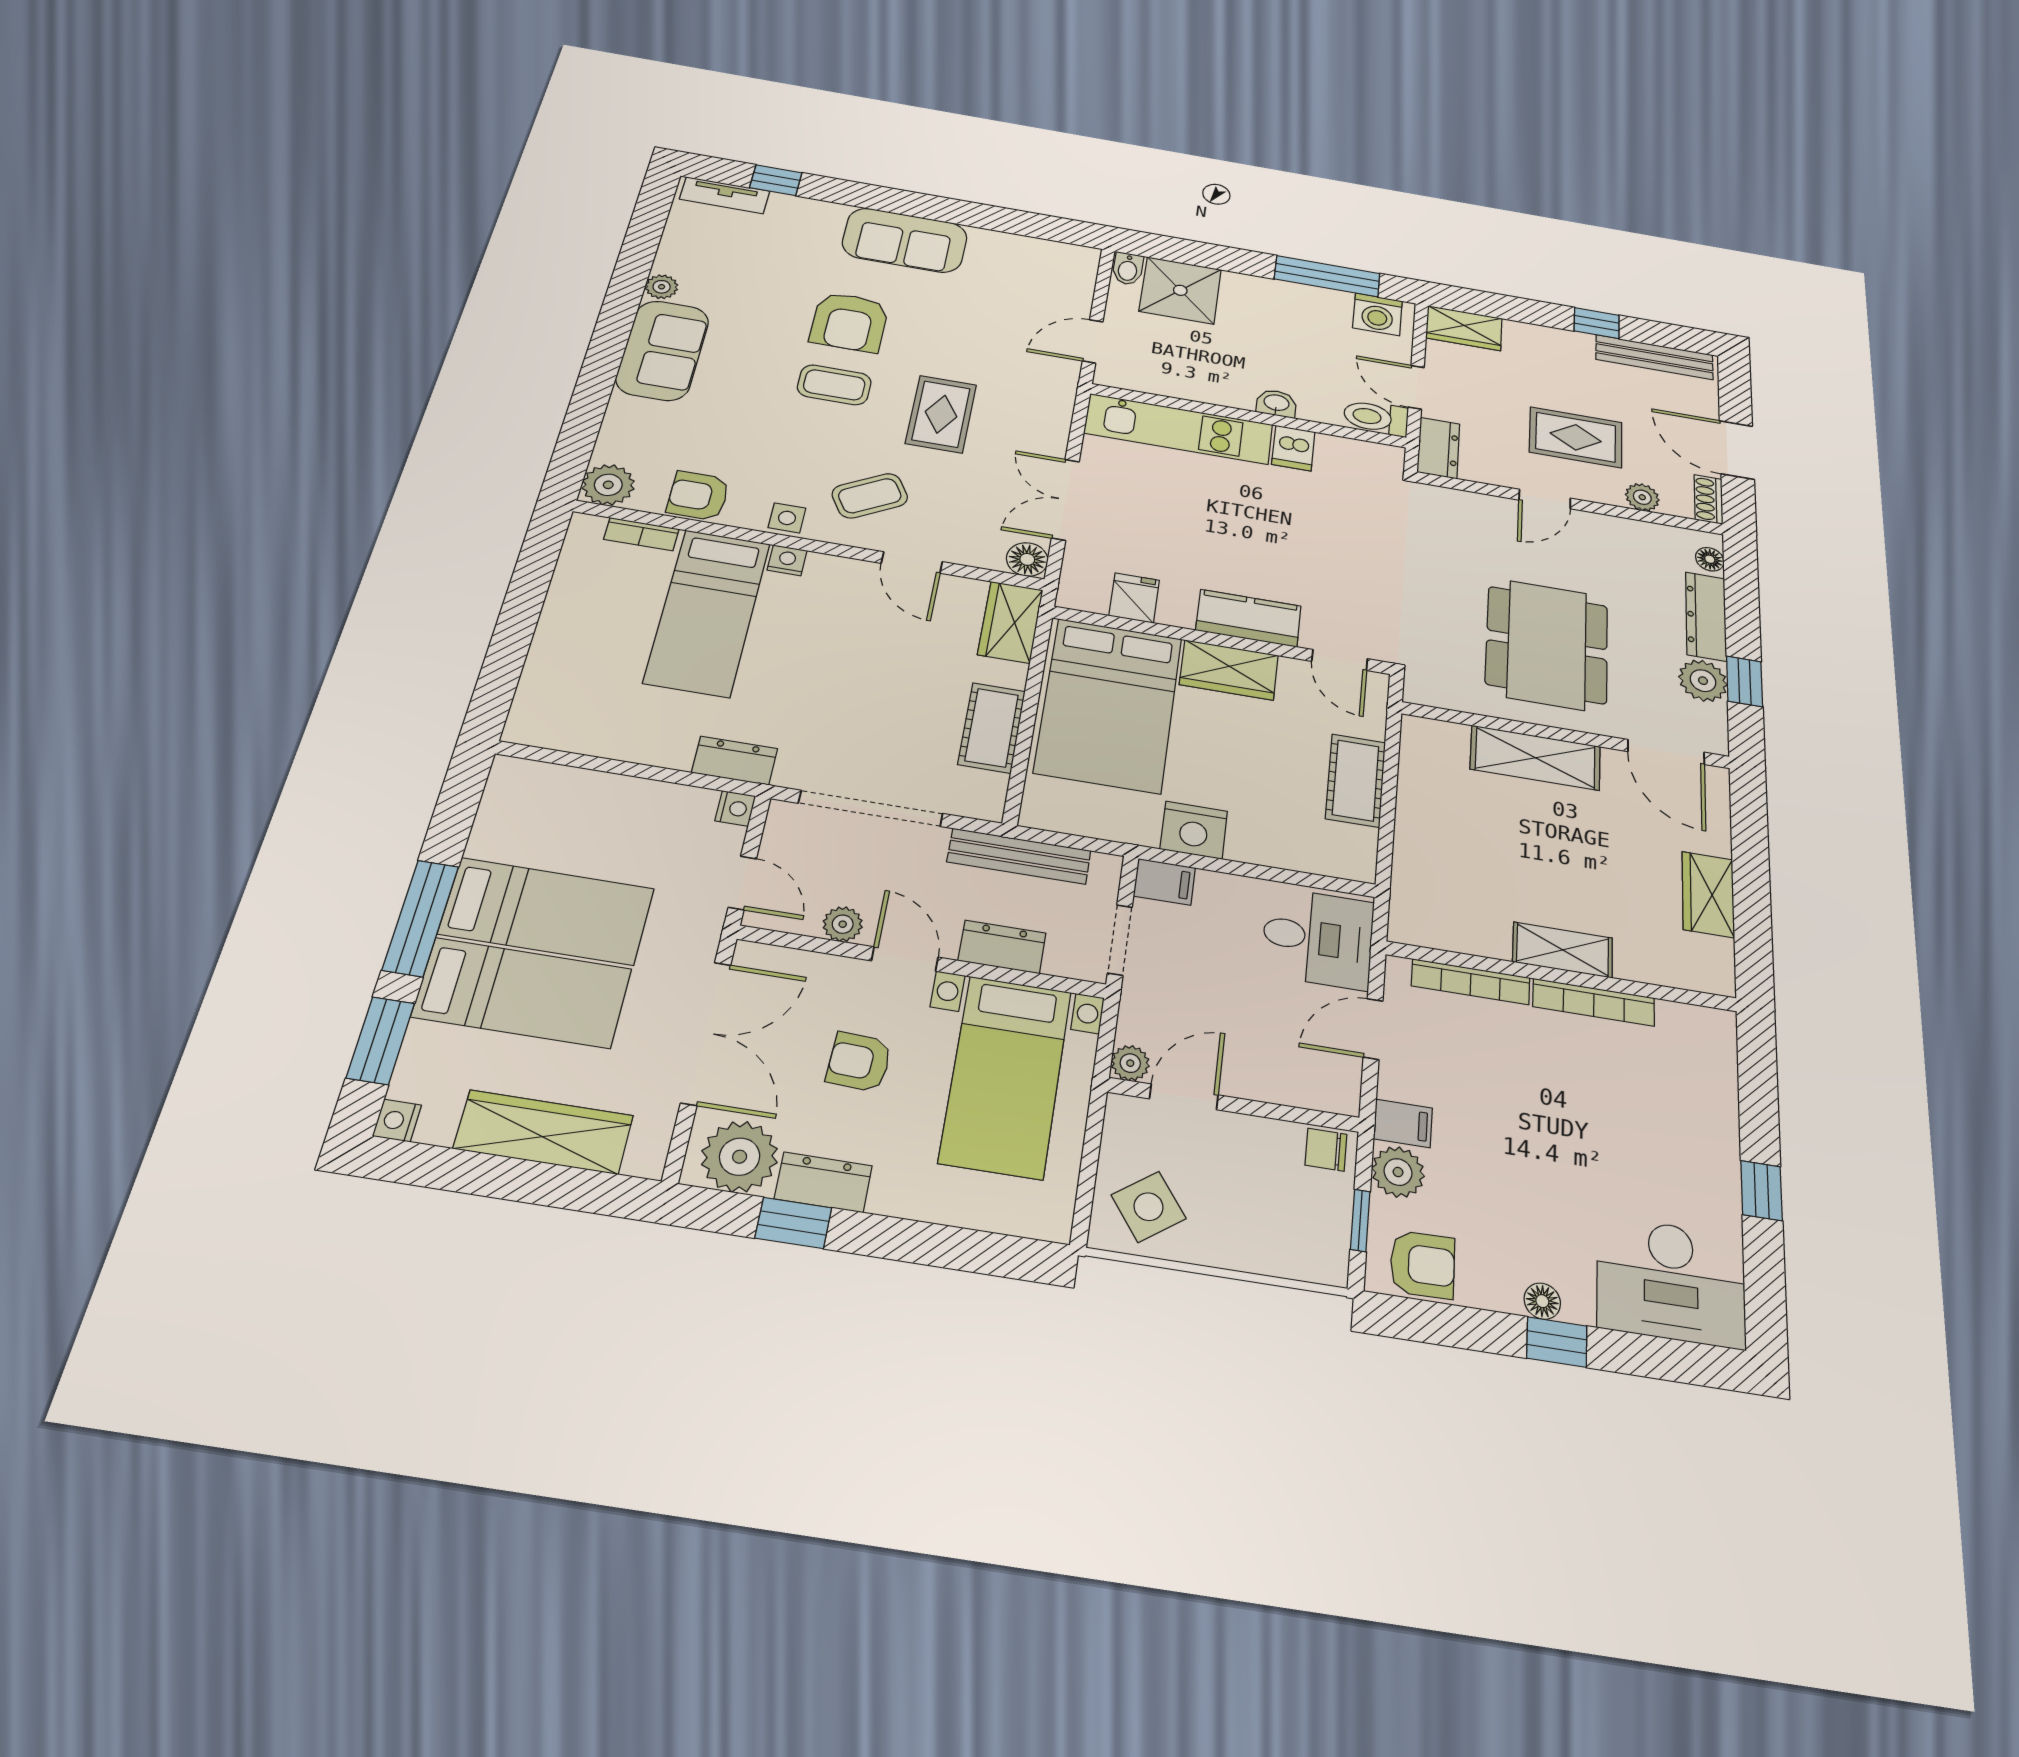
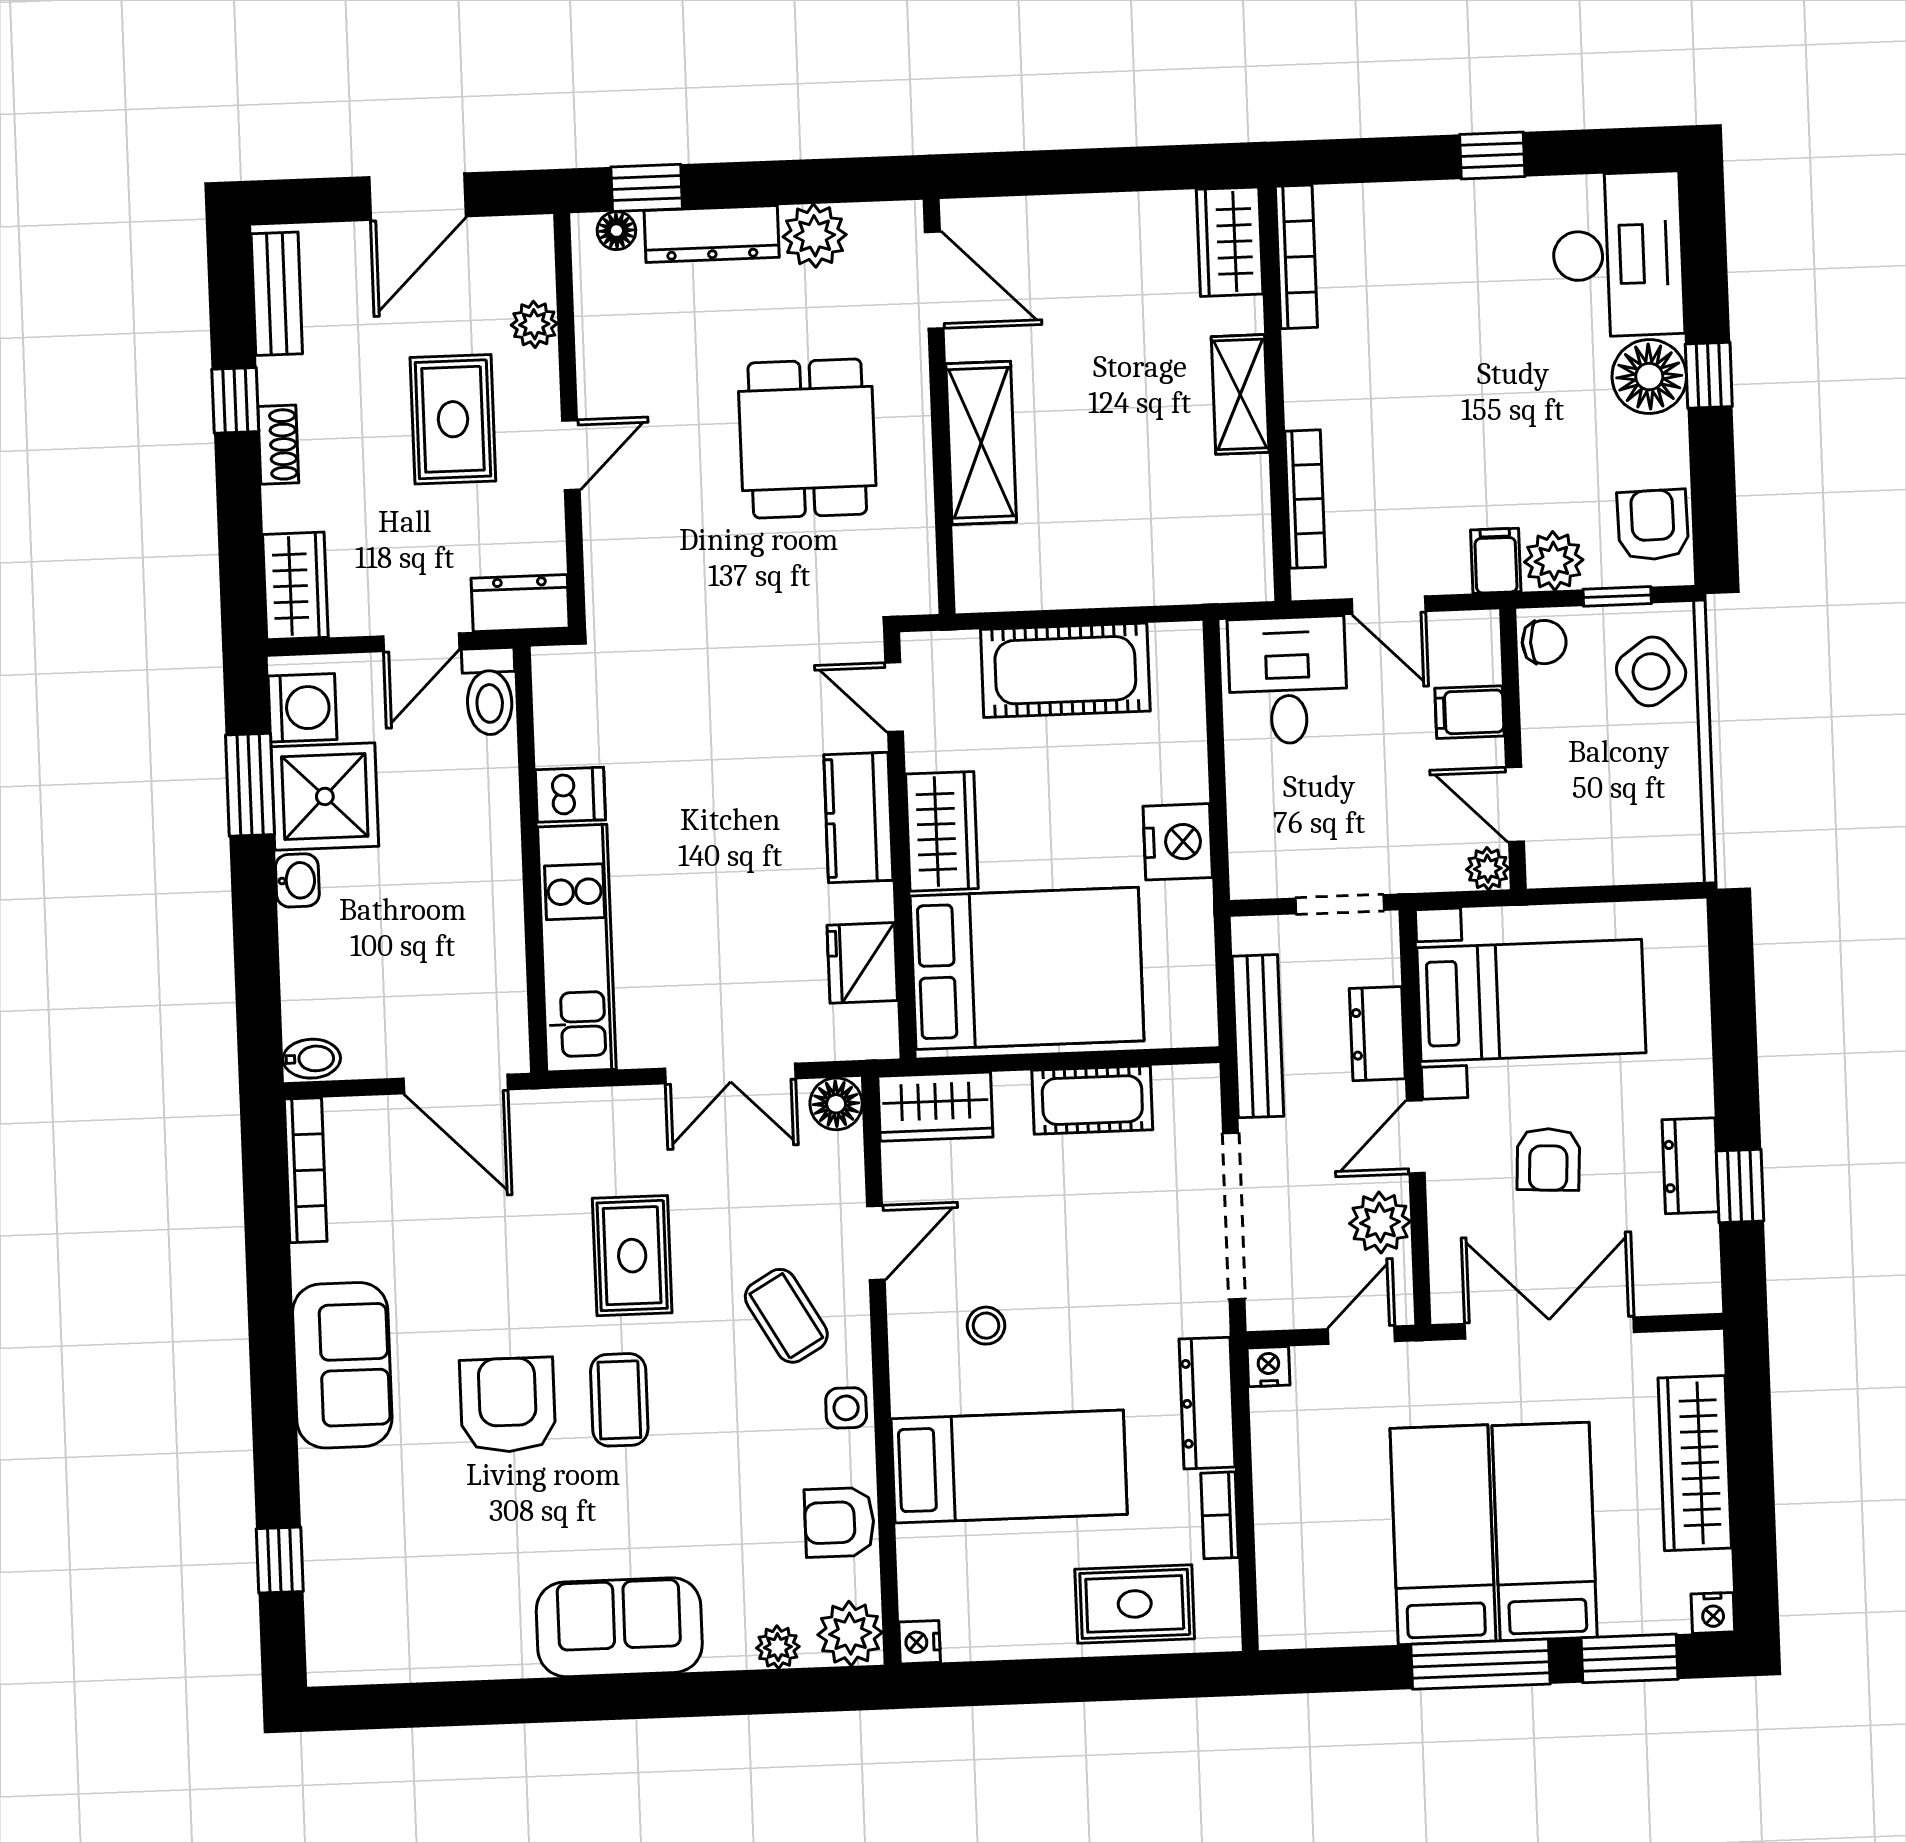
tv unit: (725, 195) -> (327, 1620), removed
bookcase: (1049, 250) -> (306, 1170), added
window: (1327, 276) -> (250, 785), width x0.69
plant: (662, 287) -> (778, 1647), moved
shower: (1180, 290) -> (325, 796), moved
armchair: (849, 322) -> (508, 1405), turned -90
door: (1093, 341) -> (456, 1084), width x1.37
bench: (1654, 357) -> (277, 294), width x0.73
washbasin: (1276, 403) -> (297, 880), moved, turned 180
rug: (941, 414) -> (632, 1256), turned 90
armchair: (698, 496) -> (839, 1522), turned 90
door: (1545, 499) -> (571, 455), hinge flipped
shoe rack: (1708, 499) -> (278, 445), moved, turned -90
bookcase: (641, 534) -> (1220, 1515), moved, turned 180
nightstand: (787, 560) -> (920, 1642), moved
fridge: (1134, 598) -> (862, 963), width x1.38
stool: (826, 620) -> (986, 1326), added
dining table: (1547, 645) -> (807, 438), width x0.73
door: (1340, 660) -> (894, 697), swing flipped
rug: (566, 674) -> (1135, 1604), added
window: (1745, 681) -> (647, 188), moved
door: (1666, 752) -> (934, 280), hinge flipped
dresser: (735, 761) -> (1207, 1403), width x1.44
cot: (1356, 780) -> (1065, 670), width x1.37, depth x1.34
filing cabinet: (1164, 882) -> (1469, 712), moved, turned -90
wardrobe: (1708, 894) -> (1230, 242), moved, turned 90
plant: (843, 924) -> (1380, 1222), width x1.38, depth x1.38
bookcase: (1594, 1002) -> (1296, 257), moved
chair: (1326, 1150) -> (1544, 642), turned -90
plant: (740, 1157) -> (1680, 1258), removed
side table: (1149, 1207) -> (1651, 671), moved
floor lamp: (1542, 1301) -> (1649, 377), width x1.89, depth x1.89

